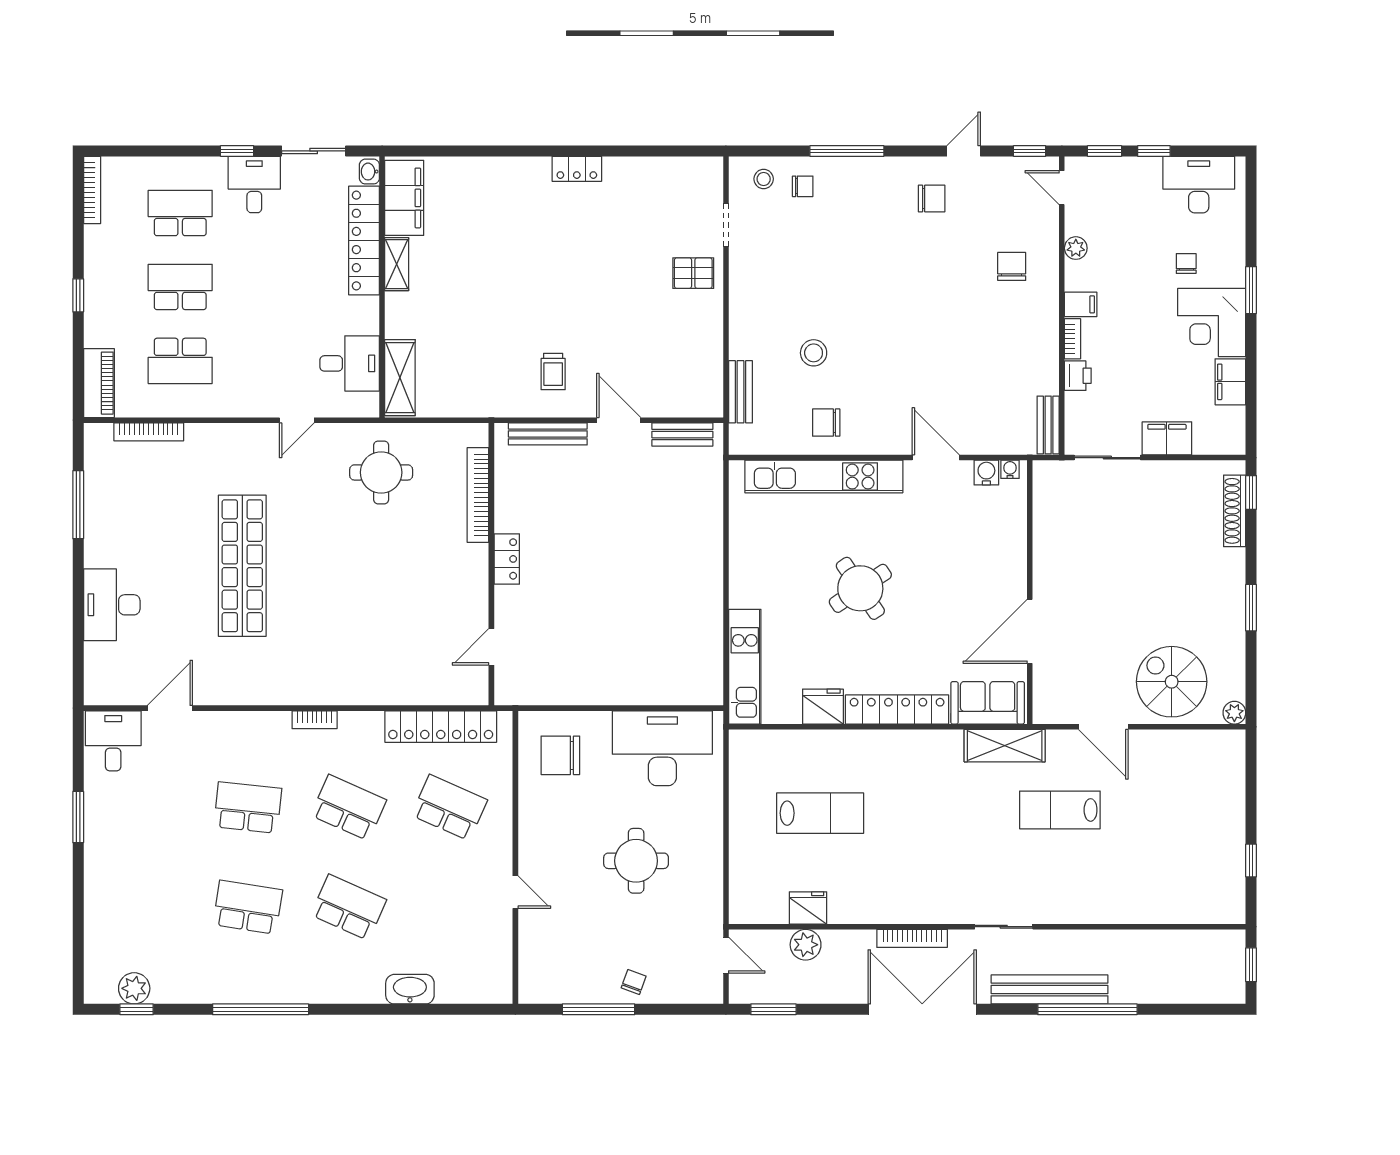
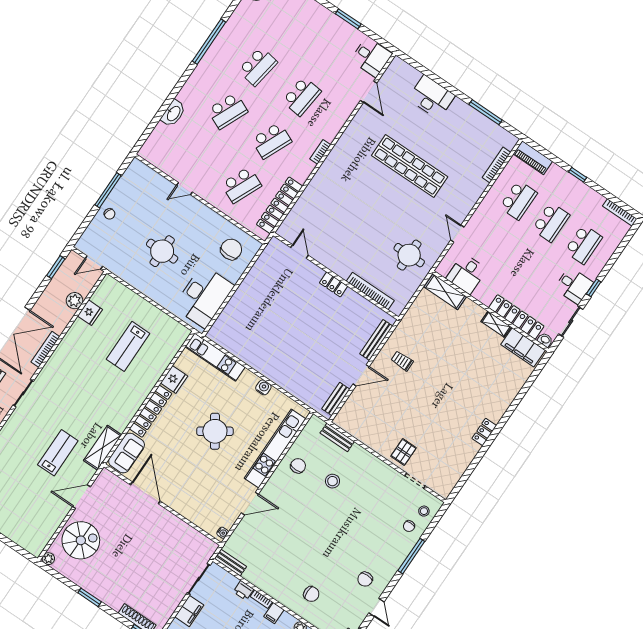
school desk: (180, 361) -> (518, 200), turned 180
water cooler: (986, 473) -> (263, 387), moved, turned -90

